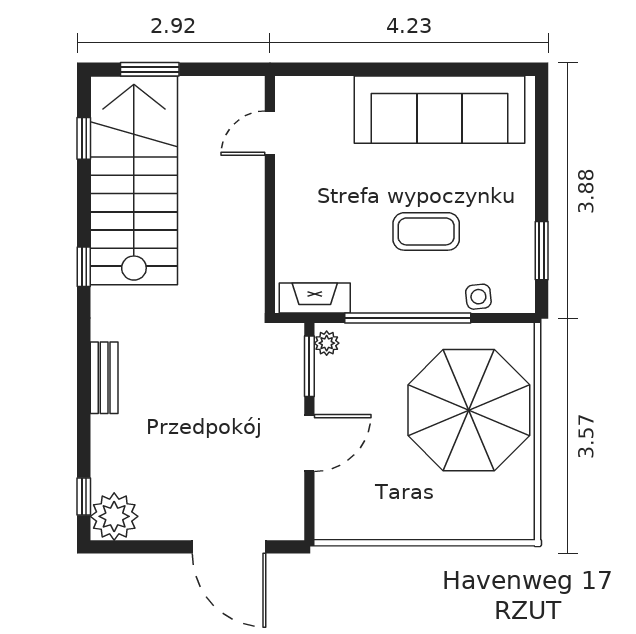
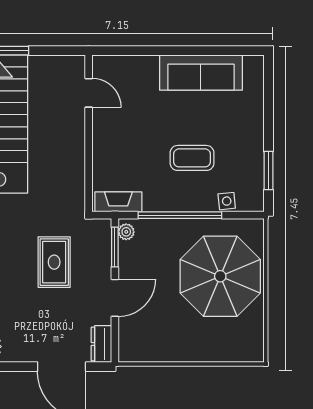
sofa: (440, 110) -> (201, 73), width x0.74, depth x0.79
door: (270, 133) -> (89, 93), swing flipped
rug: (218, 389) -> (54, 262), added
dresser: (289, 513) -> (101, 344), added

